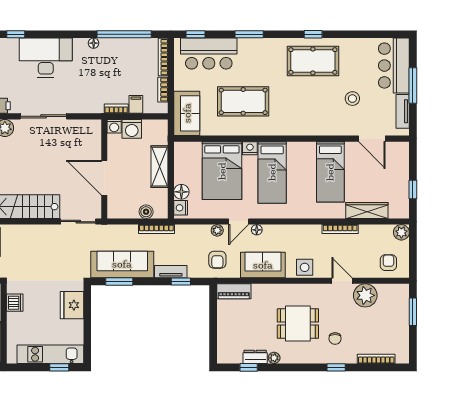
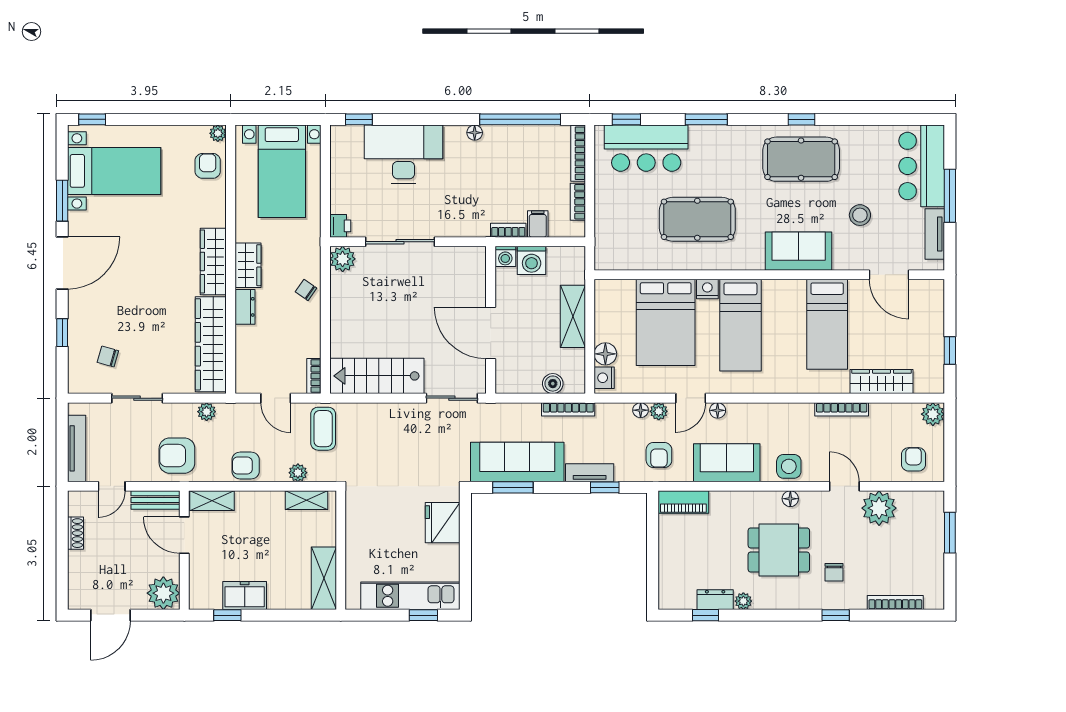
sofa: (187, 113) -> (799, 251), moved, turned -90
floor lamp: (205, 230) -> (641, 410), added
floor lamp: (306, 289) -> (790, 499), added
dishwasher: (15, 303) -> (357, 519), removed

